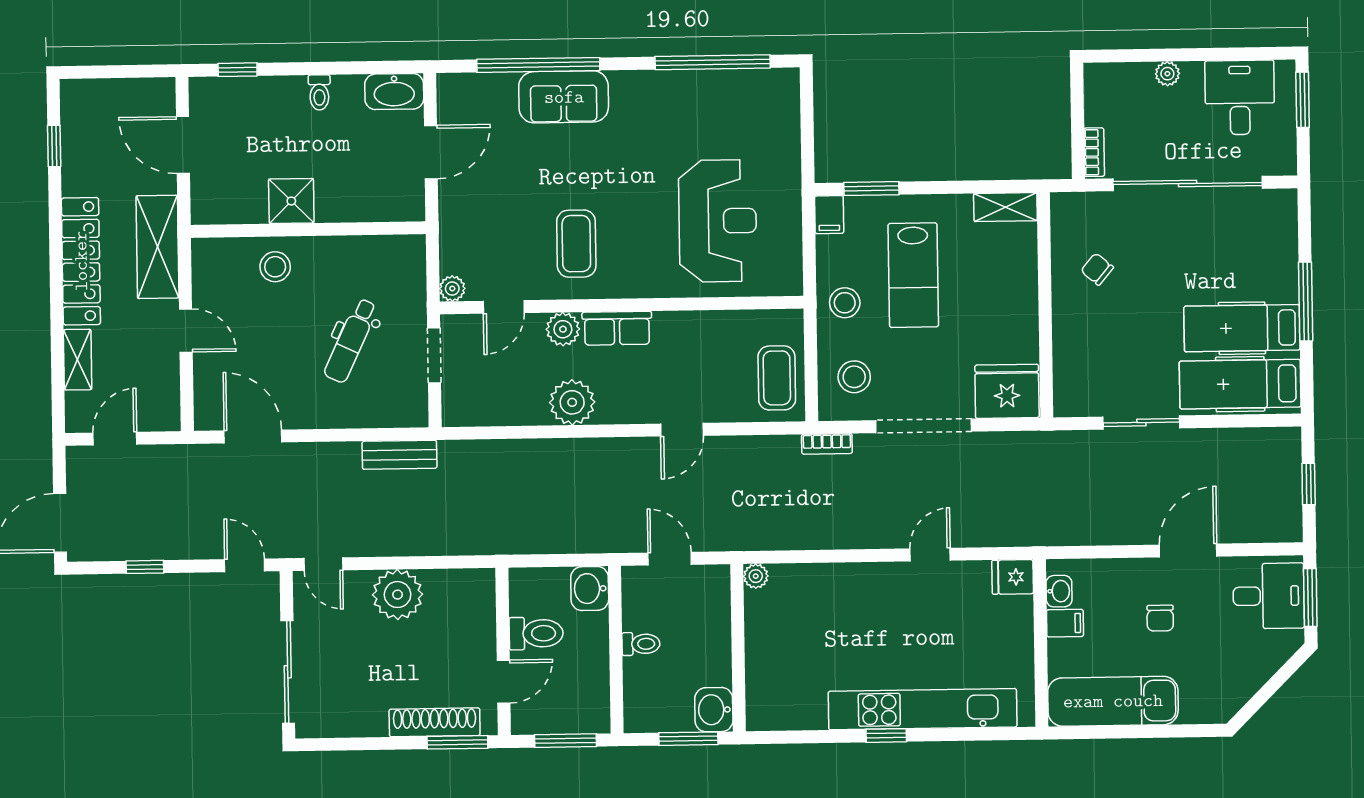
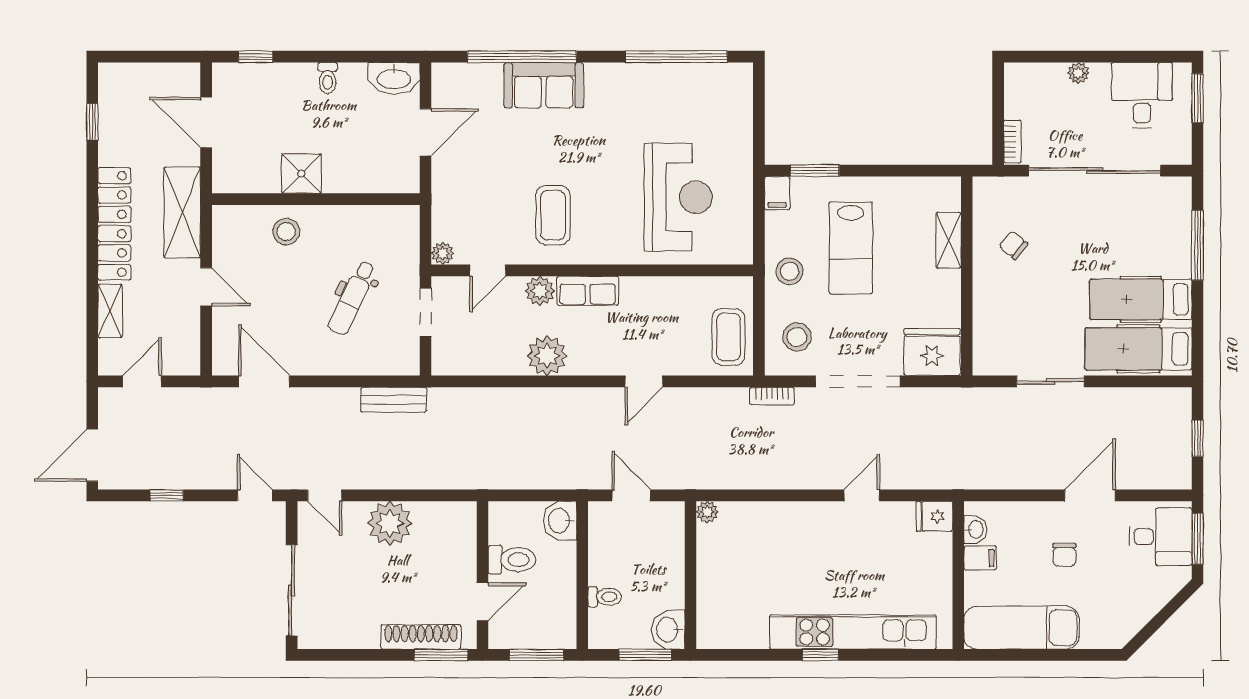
shelving: (1005, 207) -> (949, 240), moved, turned 90
window: (1306, 302) -> (1198, 245), moved
toilet: (641, 644) -> (605, 597), moved

